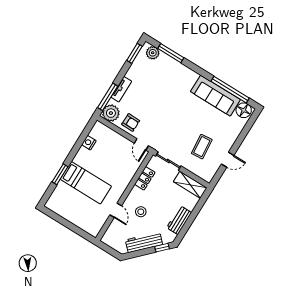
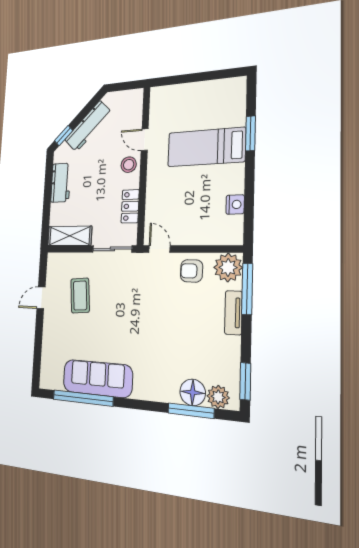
floor lamp: (244, 110) -> (193, 392), moved
stool: (141, 212) -> (129, 165), moved

